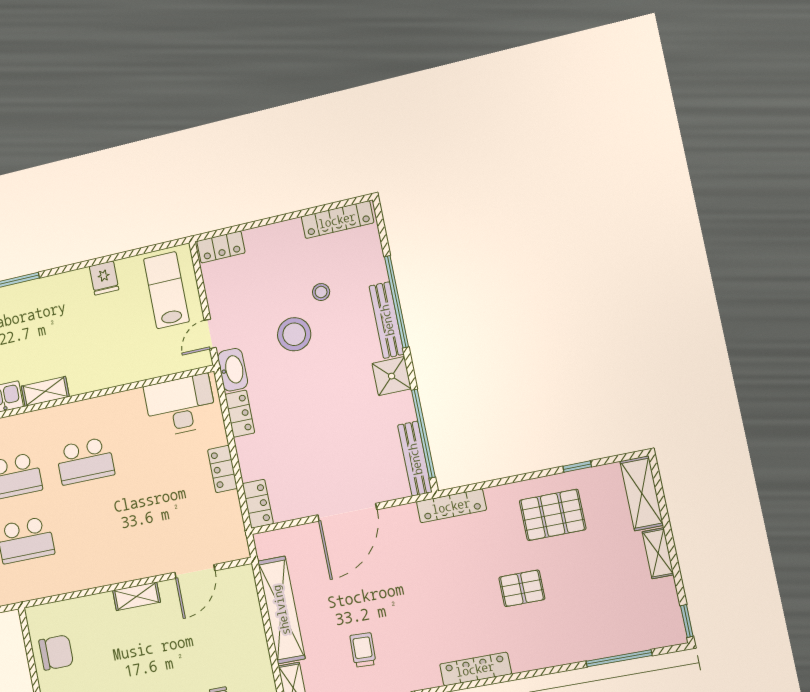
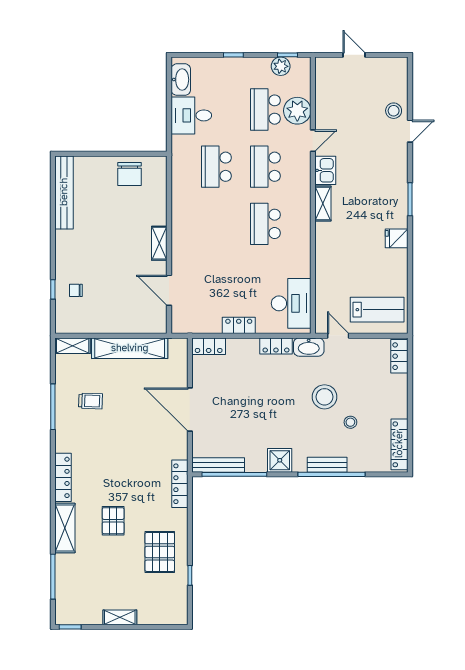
fridge: (104, 278) -> (397, 238), moved
bench: (387, 320) -> (327, 465), width x0.73
shelving: (642, 493) -> (65, 528), moved, turned 90

